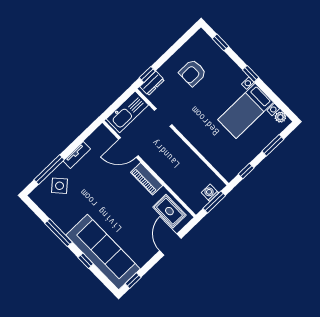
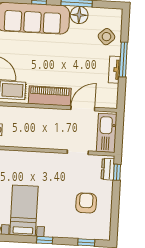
window: (49, 170) -> (123, 60), moved
piano: (147, 179) -> (50, 96), width x1.37, depth x1.33
floor lamp: (65, 222) -> (79, 15), added

